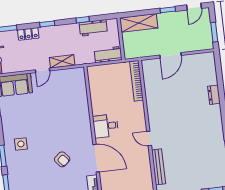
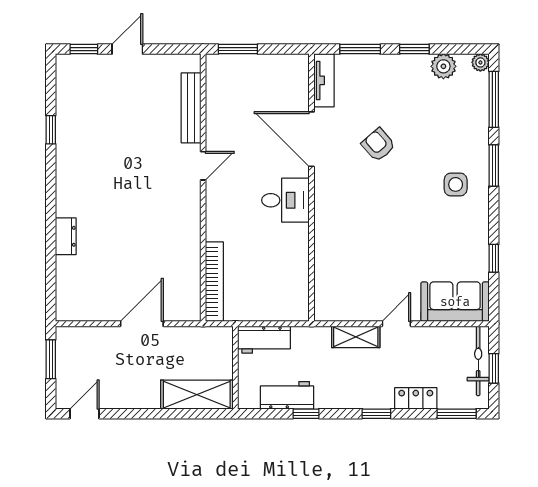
window: (168, 10) -> (137, 414), removed
door: (149, 138) -> (203, 166), hinge flipped

